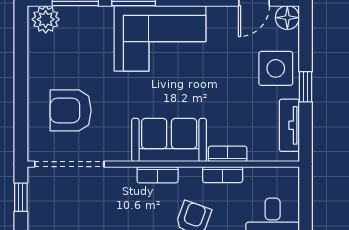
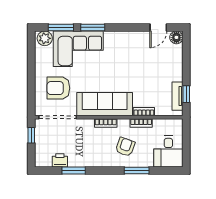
corner sofa: (160, 38) -> (78, 49), moved
side table: (276, 68) -> (170, 65), removed
window: (305, 87) -> (186, 94), moved
sofa: (169, 140) -> (105, 104), width x1.36

